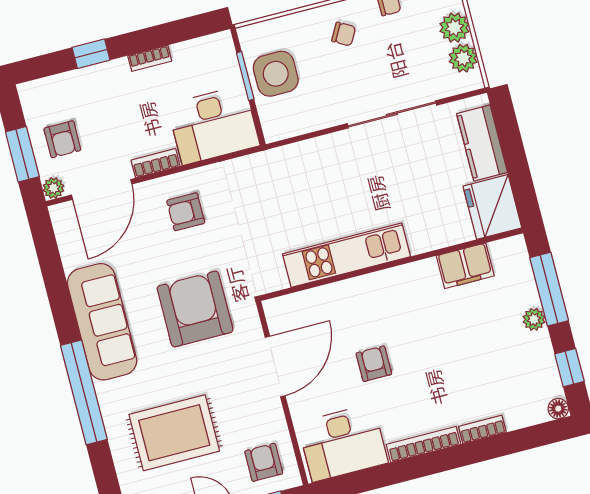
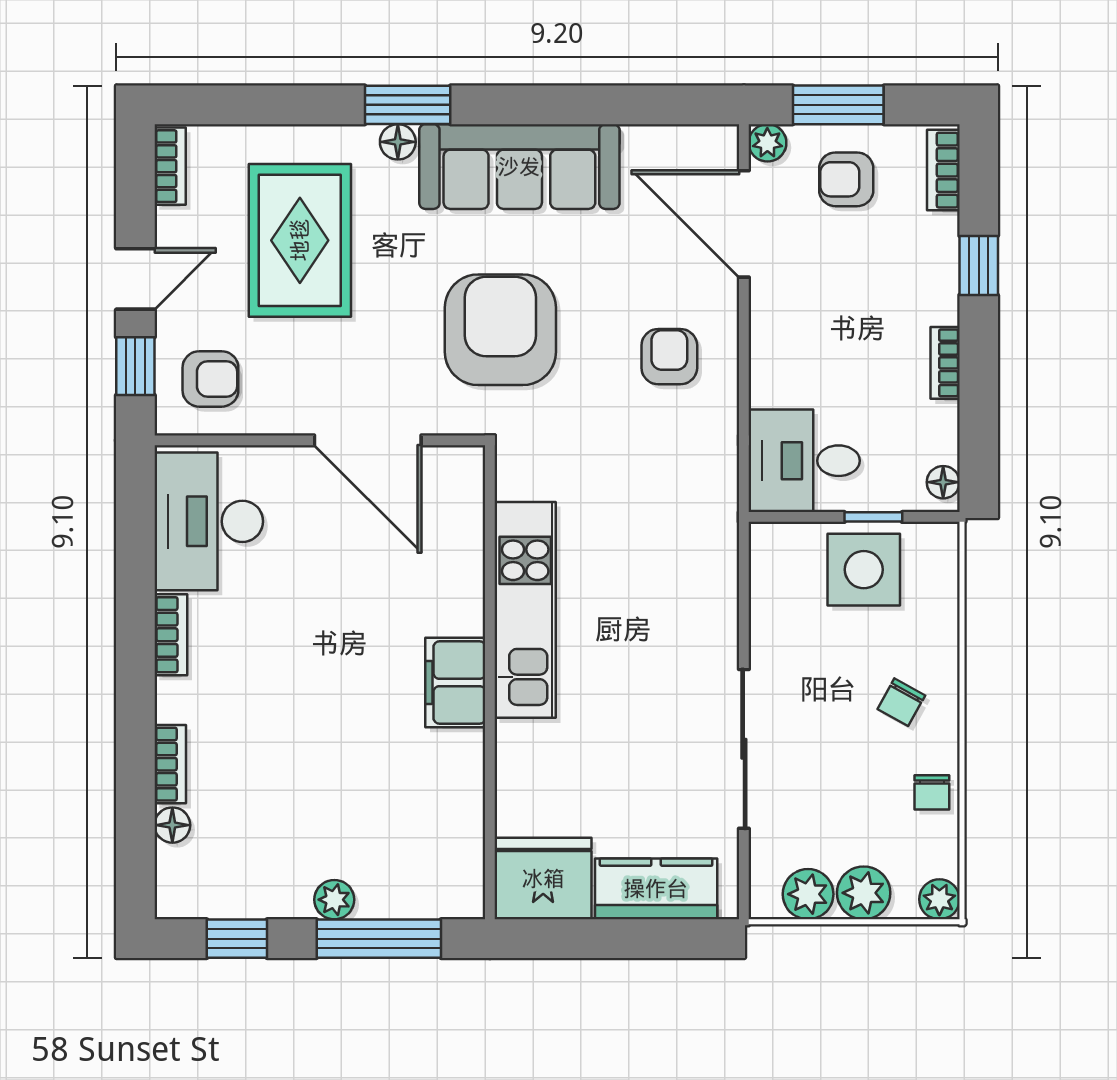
floor lamp: (216, 42) -> (943, 482), added
window: (245, 76) -> (873, 517), width x0.67
desk: (213, 125) -> (804, 461), width x0.73
bookcase: (156, 163) -> (943, 170), moved, turned 180
filing cabinet: (465, 266) -> (455, 682), moved
armchair: (195, 309) -> (500, 330), turned -90
armchair: (374, 364) -> (329, 609), removed
window: (84, 392) -> (408, 105), width x0.47
floor lamp: (106, 393) -> (398, 142), added
floor lamp: (558, 409) -> (172, 825), moved
bookcase: (423, 444) -> (171, 635), width x0.64

